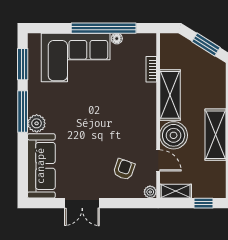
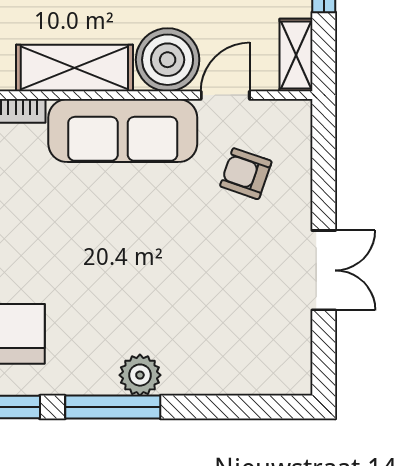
sofa: (41, 166) -> (123, 131), moved, turned 180
plant: (150, 192) -> (298, 113), removed

